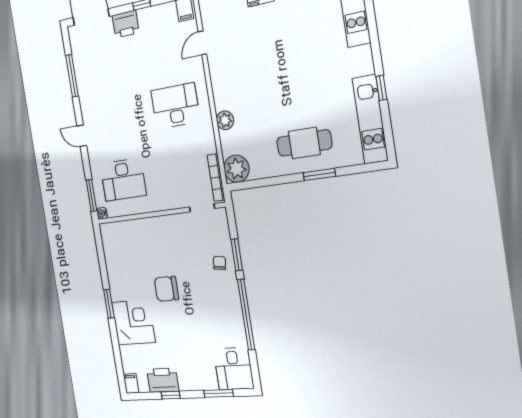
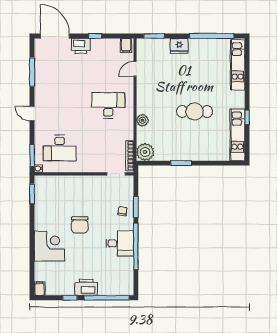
cafe table: (304, 143) -> (195, 112), moved
window: (319, 174) -> (181, 163), moved
chair: (166, 289) -> (80, 225), turned -90
window: (109, 304) -> (32, 194), moved
desk: (234, 369) -> (120, 243), moved, turned -90
printer: (163, 380) -> (86, 287), moved
window: (219, 393) -> (107, 298), width x2.11

